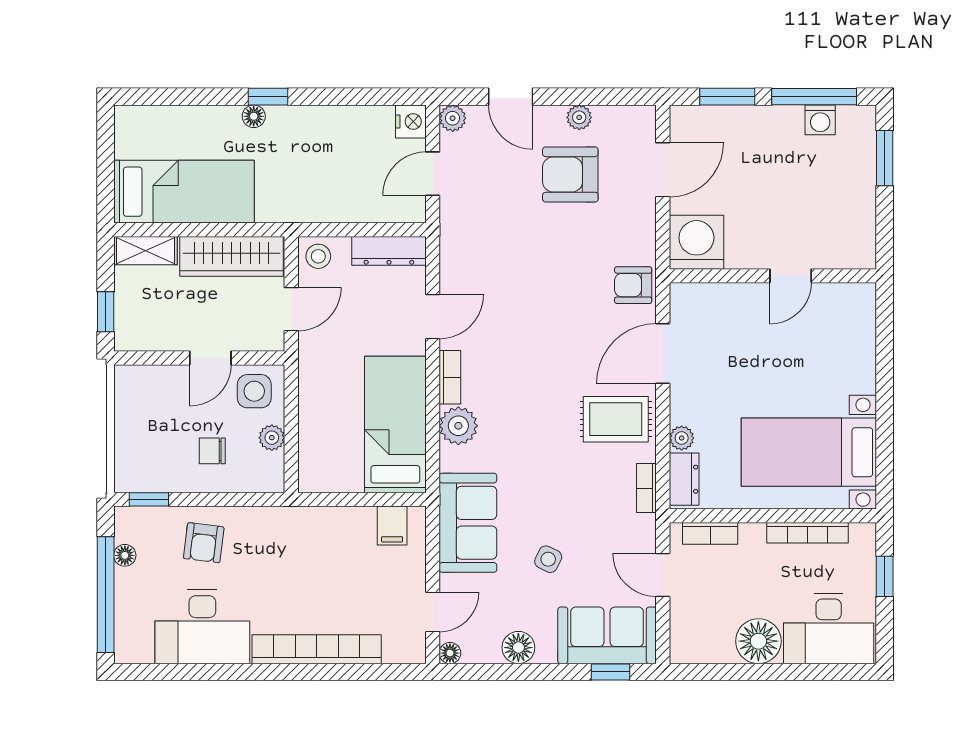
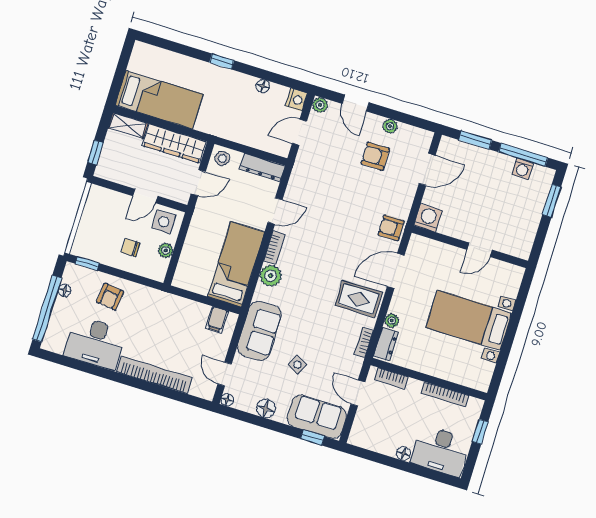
floor lamp: (254, 116) -> (263, 86), moved
armchair: (570, 174) -> (375, 156), width x0.72, depth x0.72
washing machine: (696, 242) -> (428, 218), width x0.73, depth x0.73
bed with nightstands: (809, 452) -> (469, 320), moved
door: (433, 612) -> (225, 374), swing flipped
floor lamp: (758, 641) -> (403, 454), width x0.53, depth x0.53

